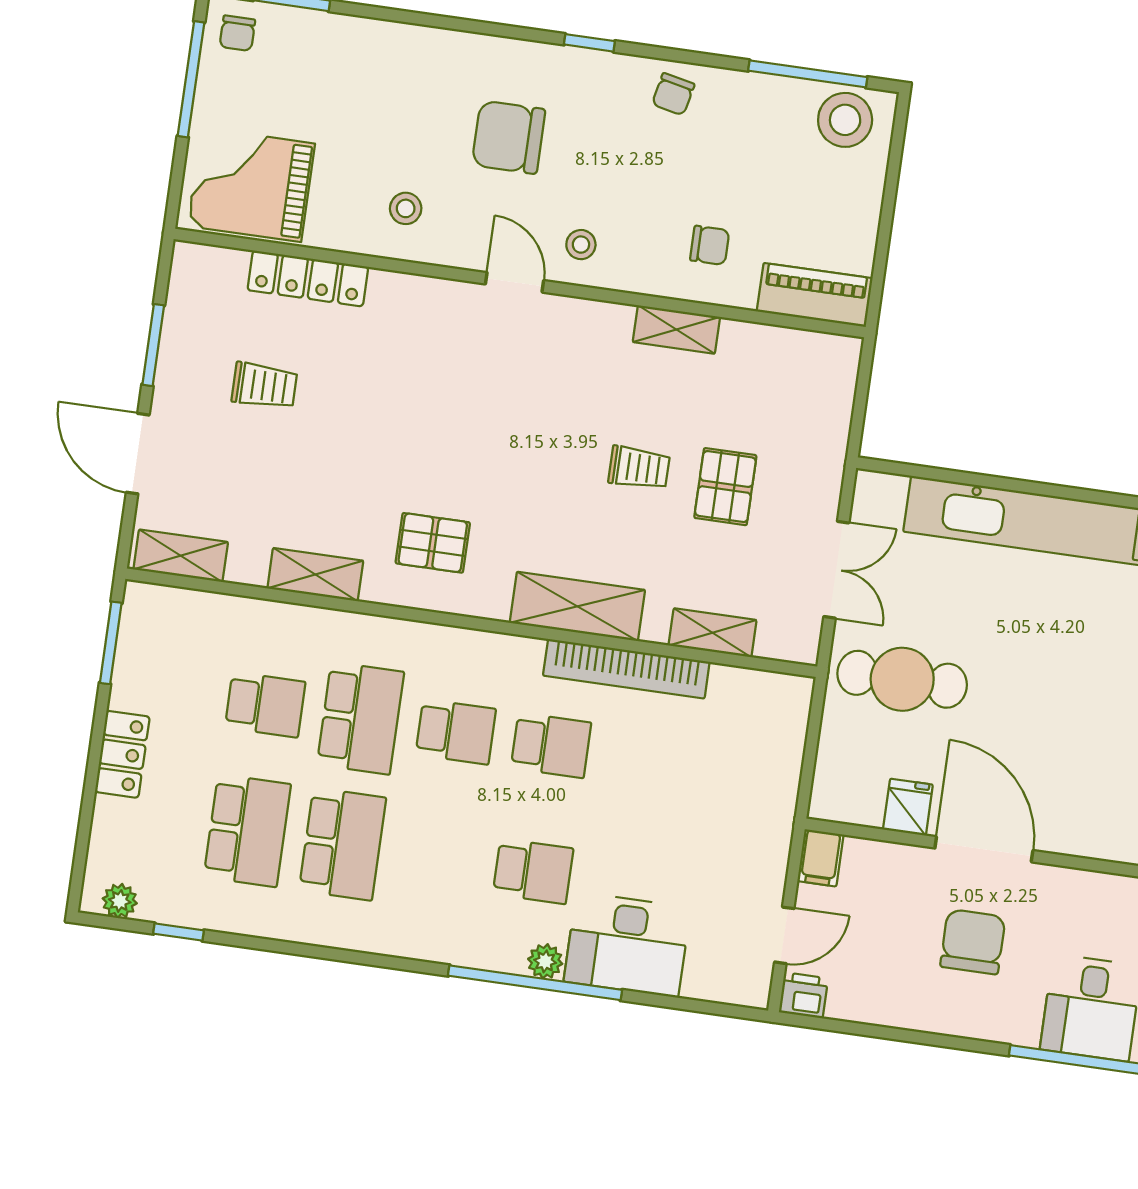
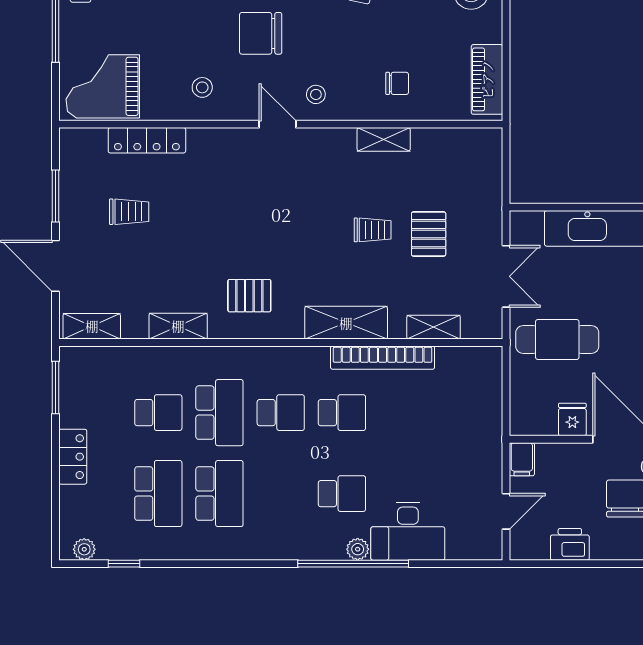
piano: (815, 295) -> (487, 79), moved, turned -90
printer: (804, 995) -> (570, 544), moved, width x1.36, depth x1.24

